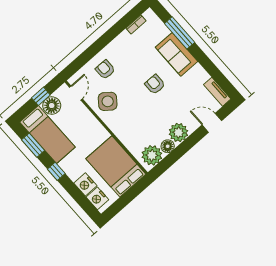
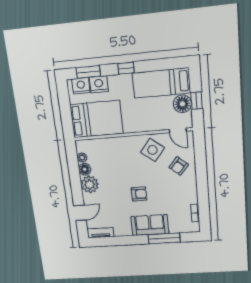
armchair: (105, 70) -> (179, 166), turned 130
window: (33, 145) -> (88, 72), moved
plant: (152, 155) -> (82, 157), width x0.53, depth x0.53

